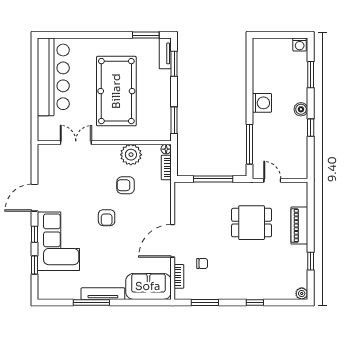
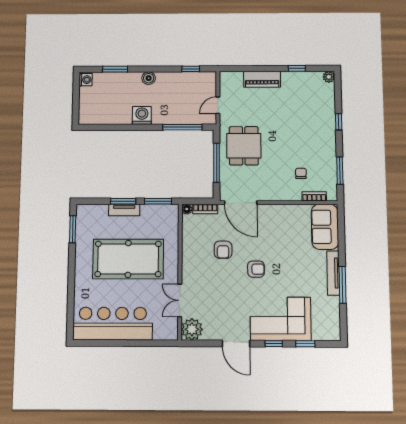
tv unit: (165, 53) -> (124, 210), moved
window: (174, 64) -> (123, 201), moved
window: (311, 128) -> (191, 69), moved
plant: (131, 155) -> (192, 329), moved
dining table: (252, 223) -> (244, 146), moved
door: (173, 241) -> (241, 203), moved

